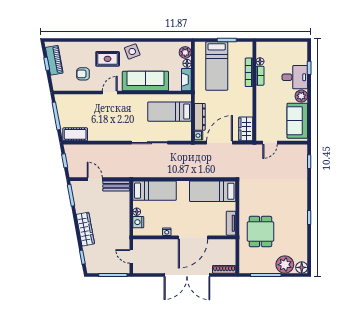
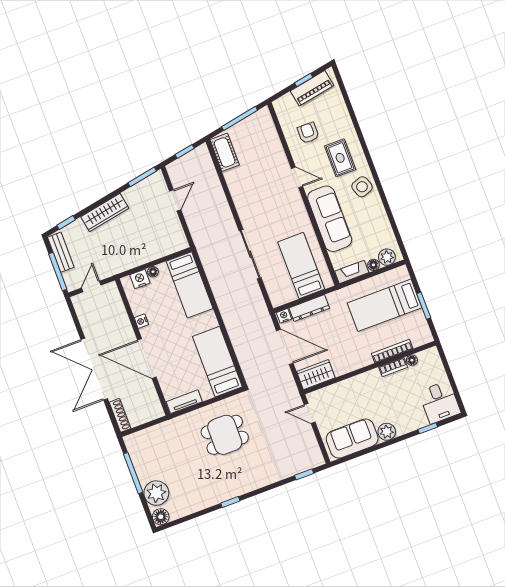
desk: (295, 77) -> (440, 402), moved
bench: (116, 186) -> (61, 252), moved
dining table: (260, 232) -> (225, 435), moved

